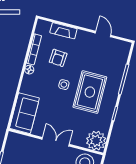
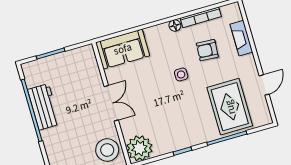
rug: (90, 92) -> (230, 107), moved, turned 90

